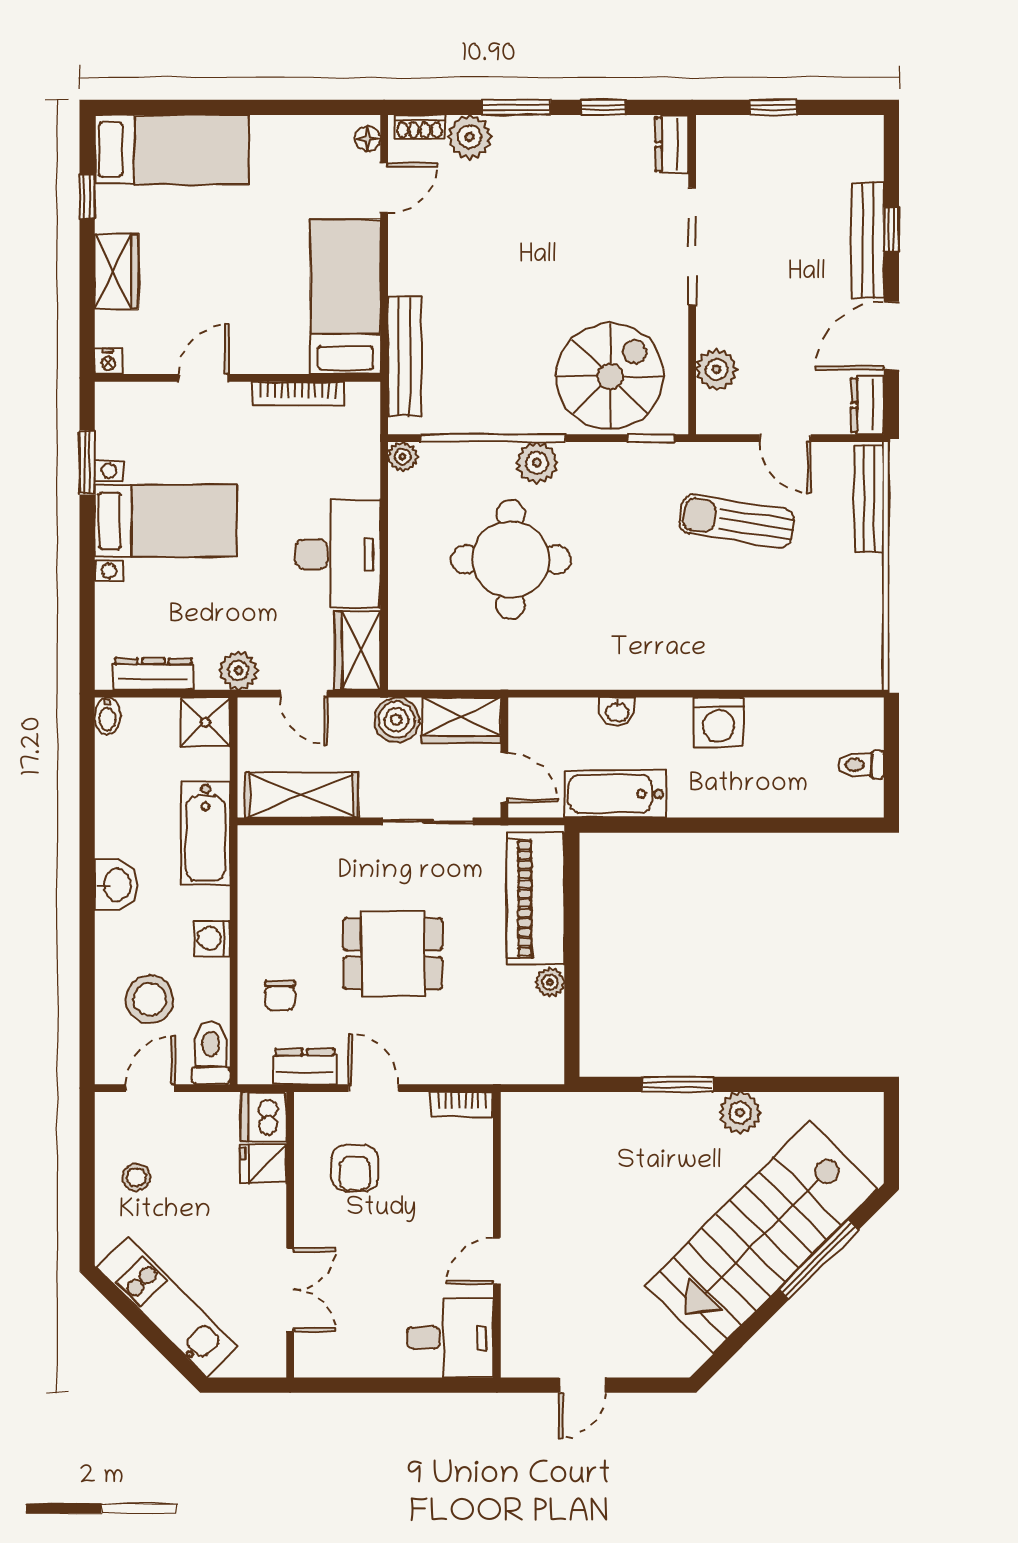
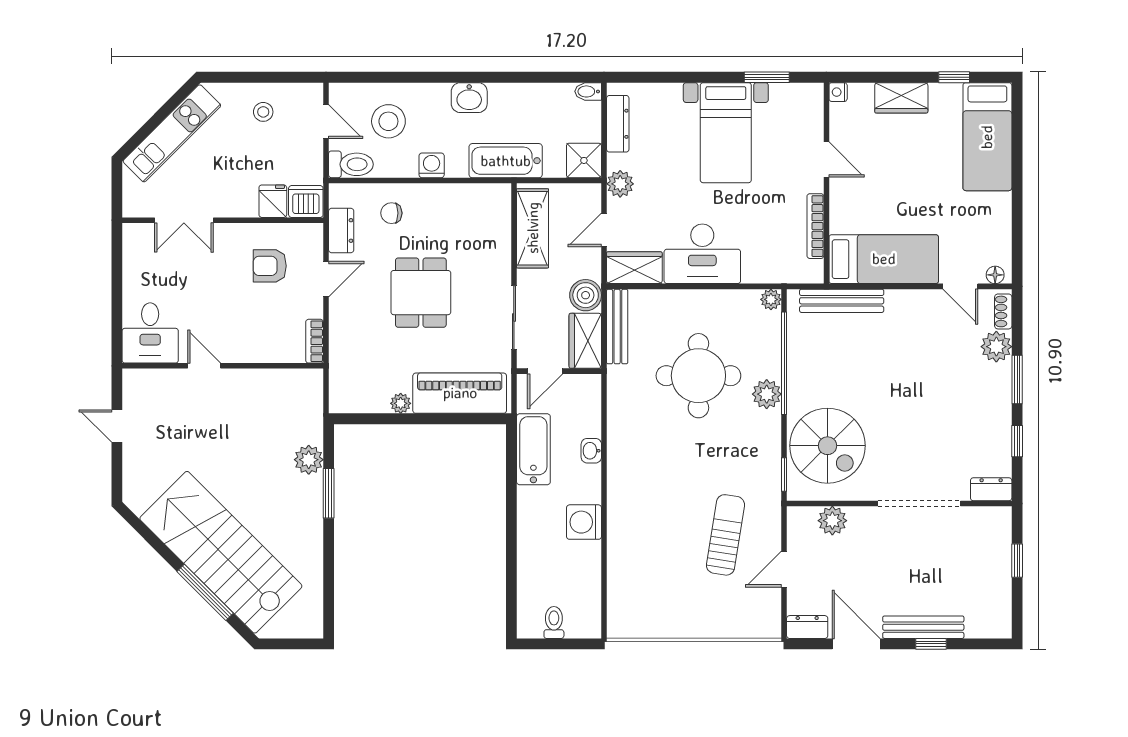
bench: (869, 498) -> (617, 327), moved, turned 90
plant: (740, 1113) -> (309, 460), moved

